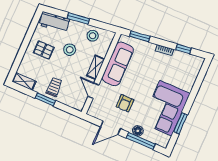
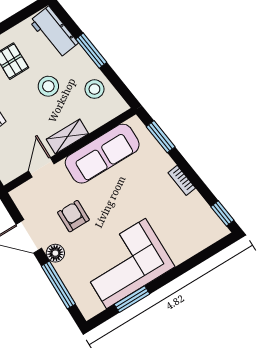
window: (183, 49) -> (222, 213), moved
armchair: (125, 103) -> (73, 216), turned 90
floor lamp: (138, 131) -> (55, 253), moved

